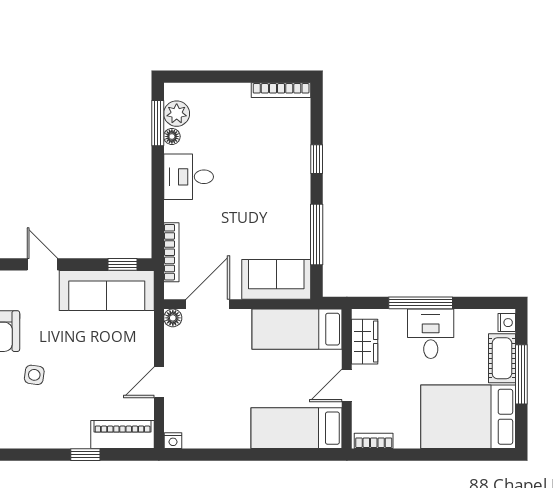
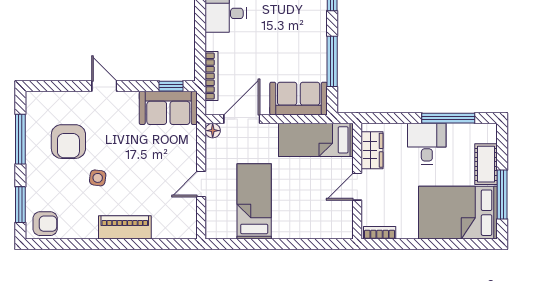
sofa: (107, 291) -> (168, 108), width x0.73
window: (421, 303) -> (448, 118), moved
nightstand: (507, 323) -> (490, 134), removed
window: (521, 374) -> (502, 194), moved
bed: (296, 428) -> (254, 201), moved, turned 90
piano: (123, 434) -> (125, 227), moved
nightstand: (173, 441) -> (213, 232), removed
window: (85, 455) -> (140, 244), removed

